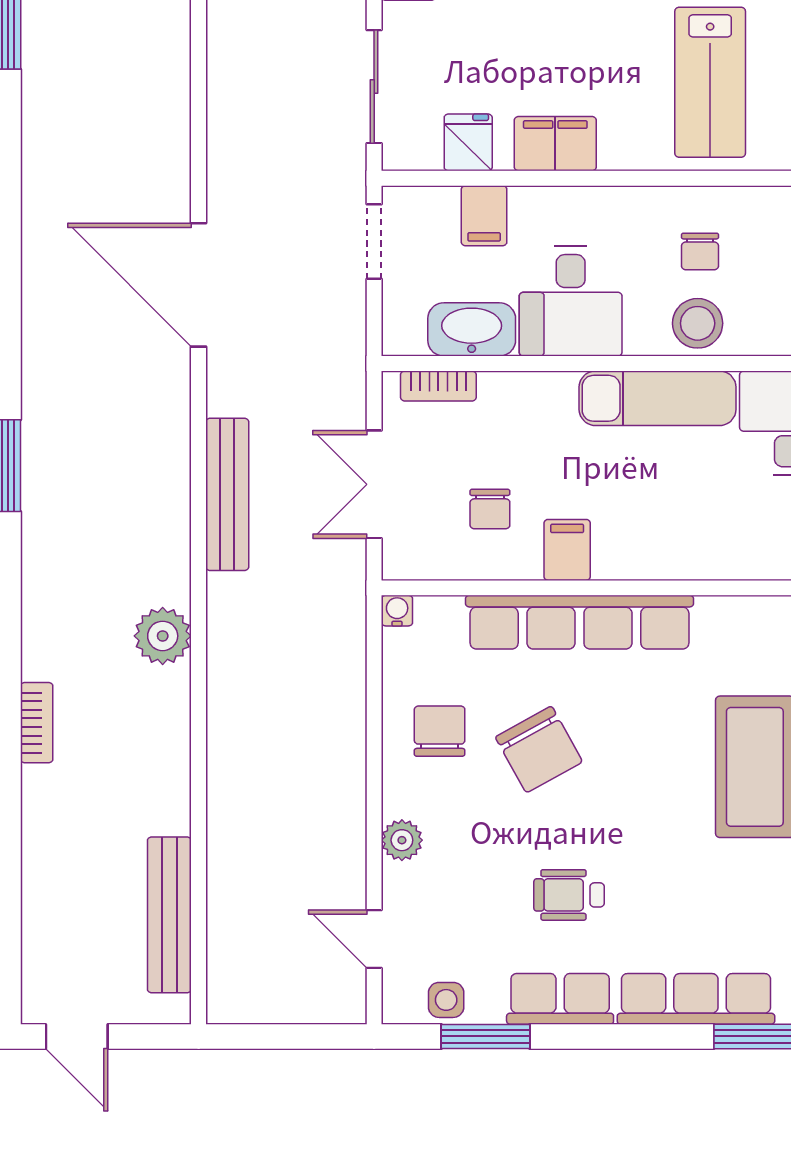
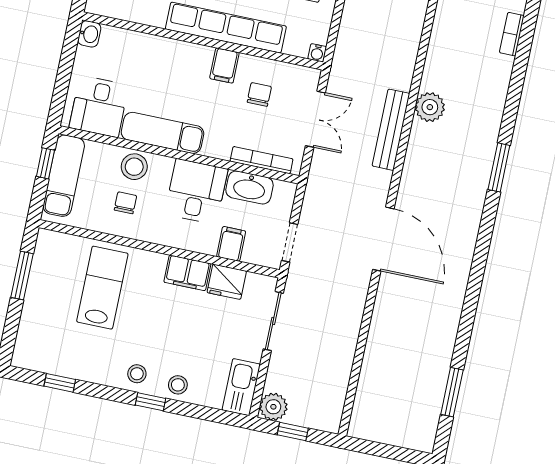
fridge: (468, 142) -> (227, 282), width x1.38
bookcase: (438, 386) -> (262, 160), width x1.56
plant: (163, 636) -> (430, 107), moved

